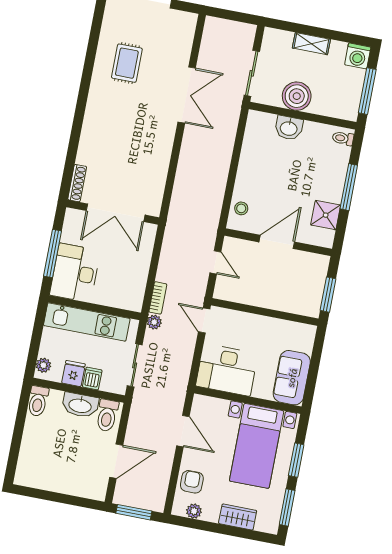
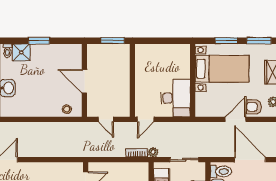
window: (349, 187) -> (39, 41), width x0.69
shower: (326, 215) -> (21, 52), moved
door: (215, 262) -> (106, 119), swing flipped
sofa: (292, 378) -> (172, 54), removed
door: (183, 431) -> (235, 119), moved
door: (116, 461) -> (250, 160), width x1.36

